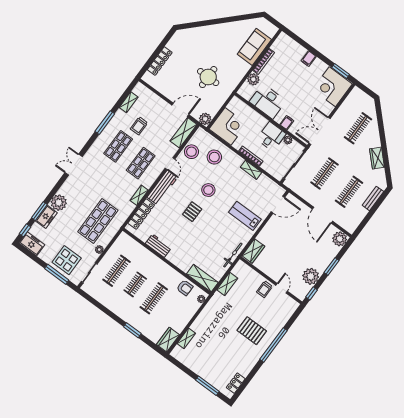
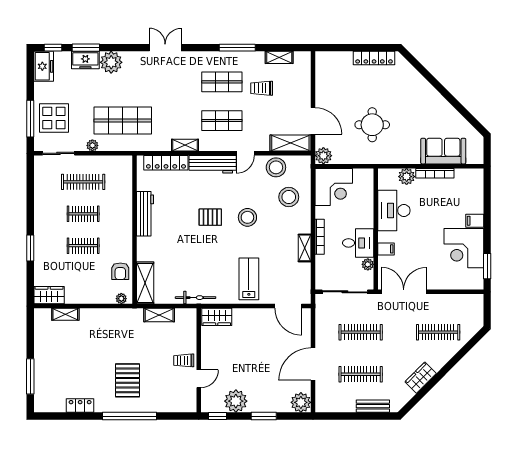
locker: (160, 61) -> (374, 58), moved
corner desk: (332, 87) -> (464, 248), moved, turned -90
workbench: (158, 246) -> (145, 214), width x1.38
clothes rail: (154, 298) -> (83, 246), width x0.73
locker: (236, 383) -> (80, 406), moved

